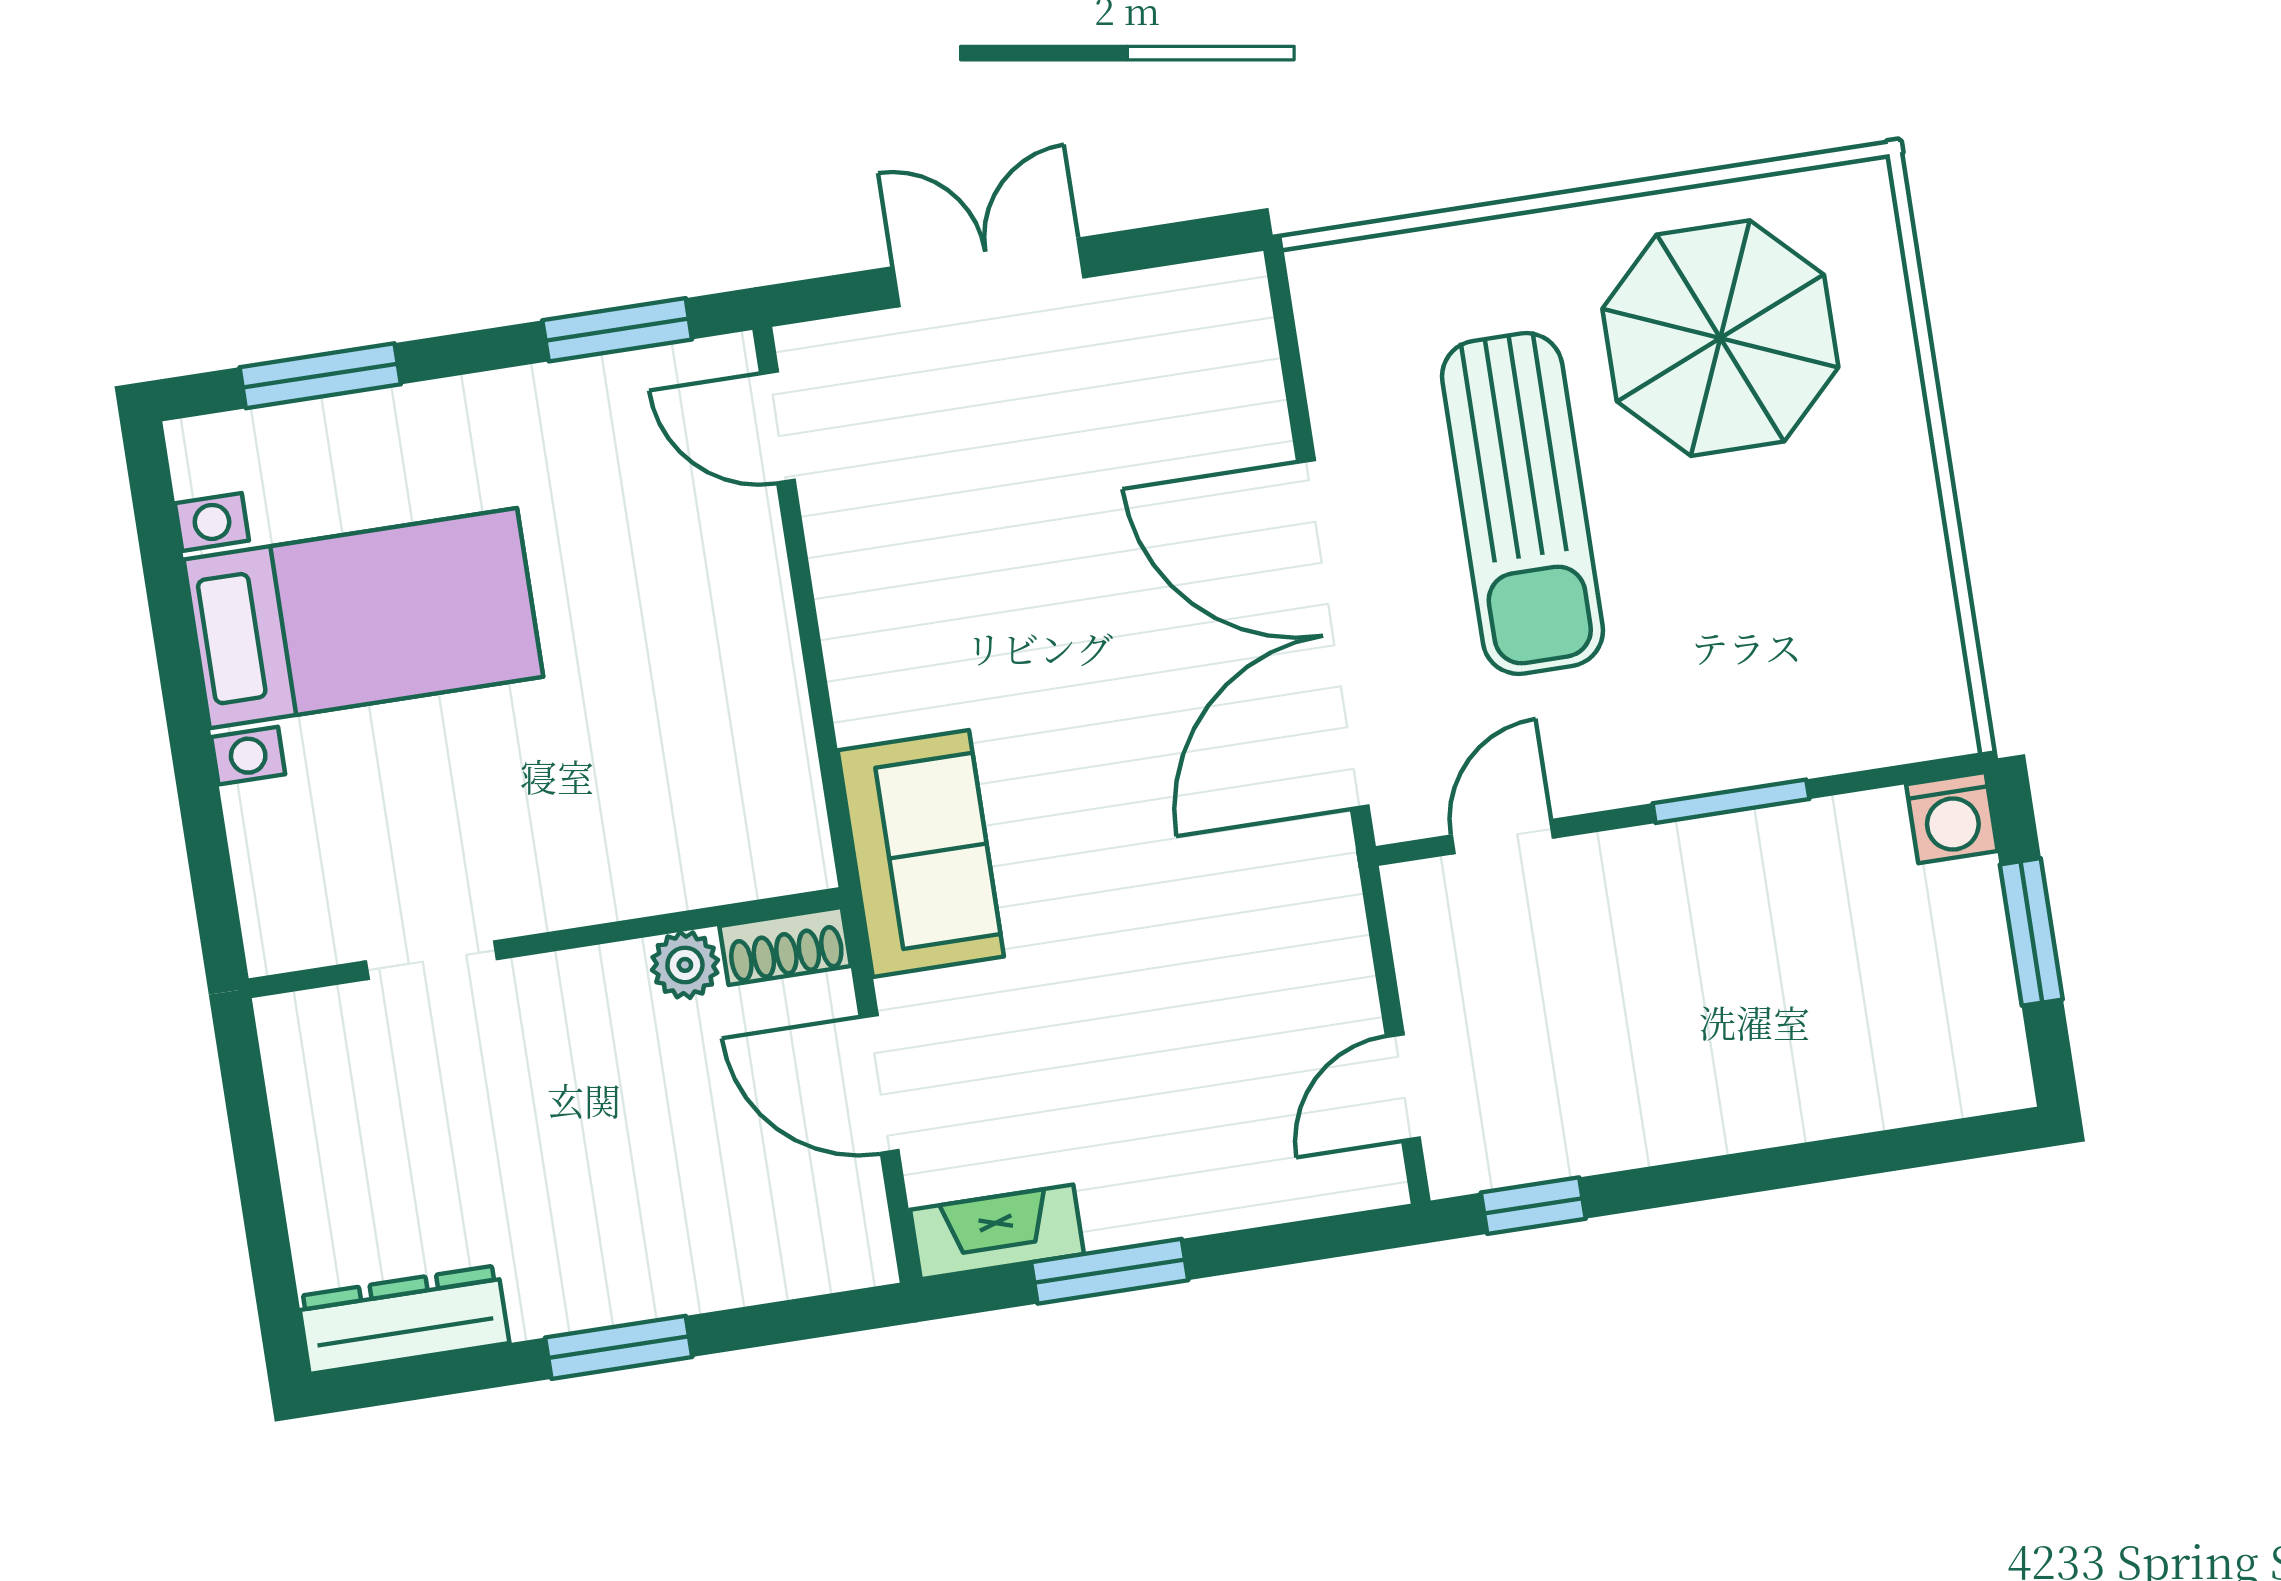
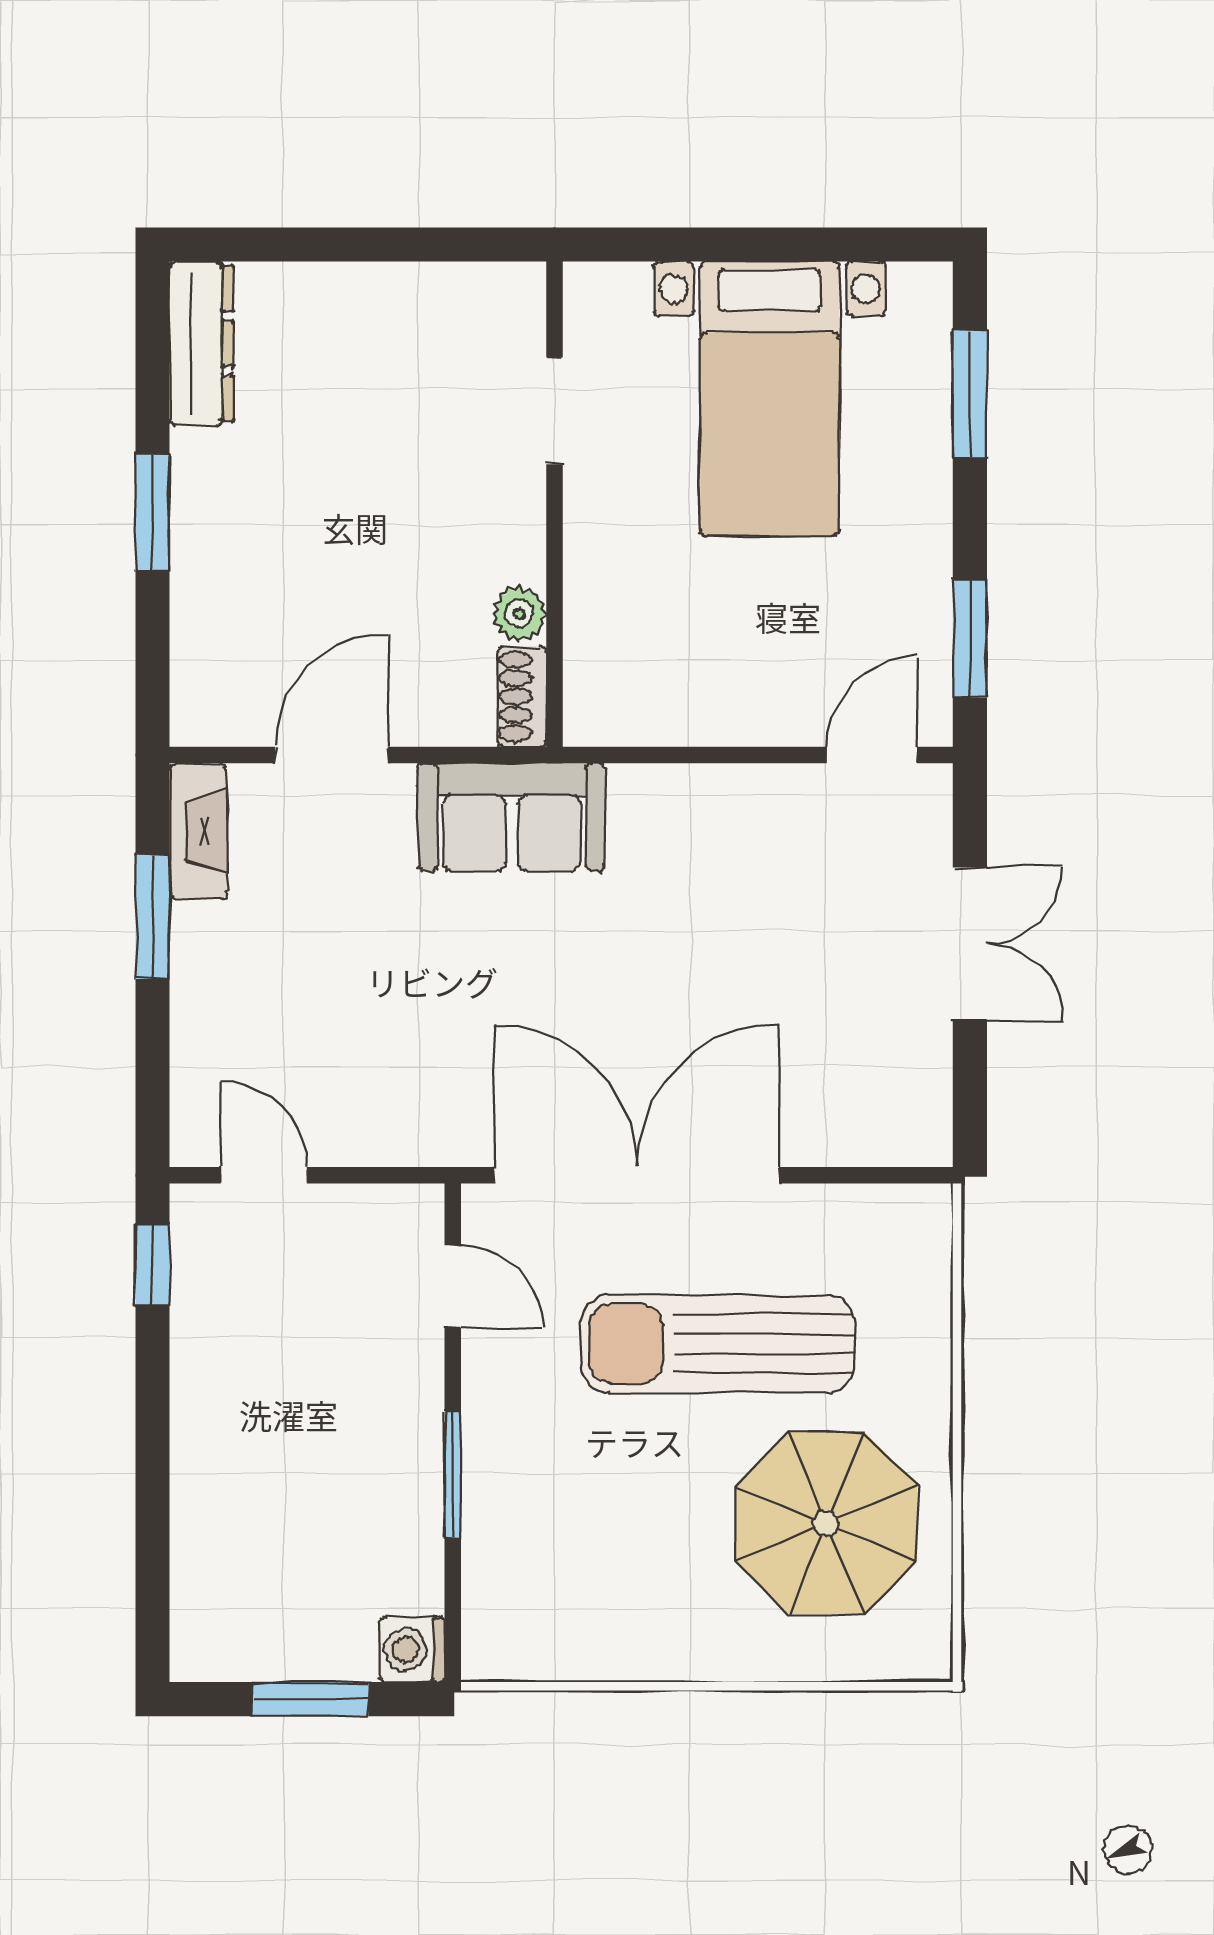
wall: (545, 943) -> (554, 504), moved
shoe rack: (785, 946) -> (522, 697), moved
doorway: (432, 960) -> (554, 411), moved
plant: (685, 965) -> (519, 614), moved

